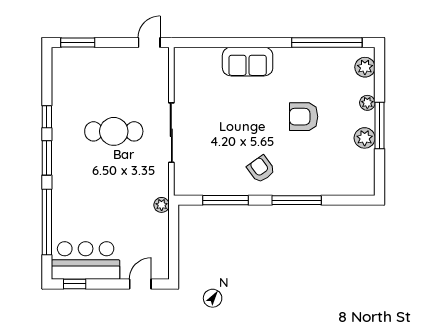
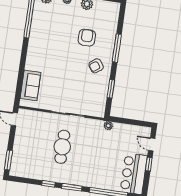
sofa: (248, 62) -> (30, 85), moved
armchair: (304, 117) -> (87, 38), moved, turned 180
window: (225, 200) -> (111, 89), width x0.69
window: (75, 284) -> (149, 164), moved

